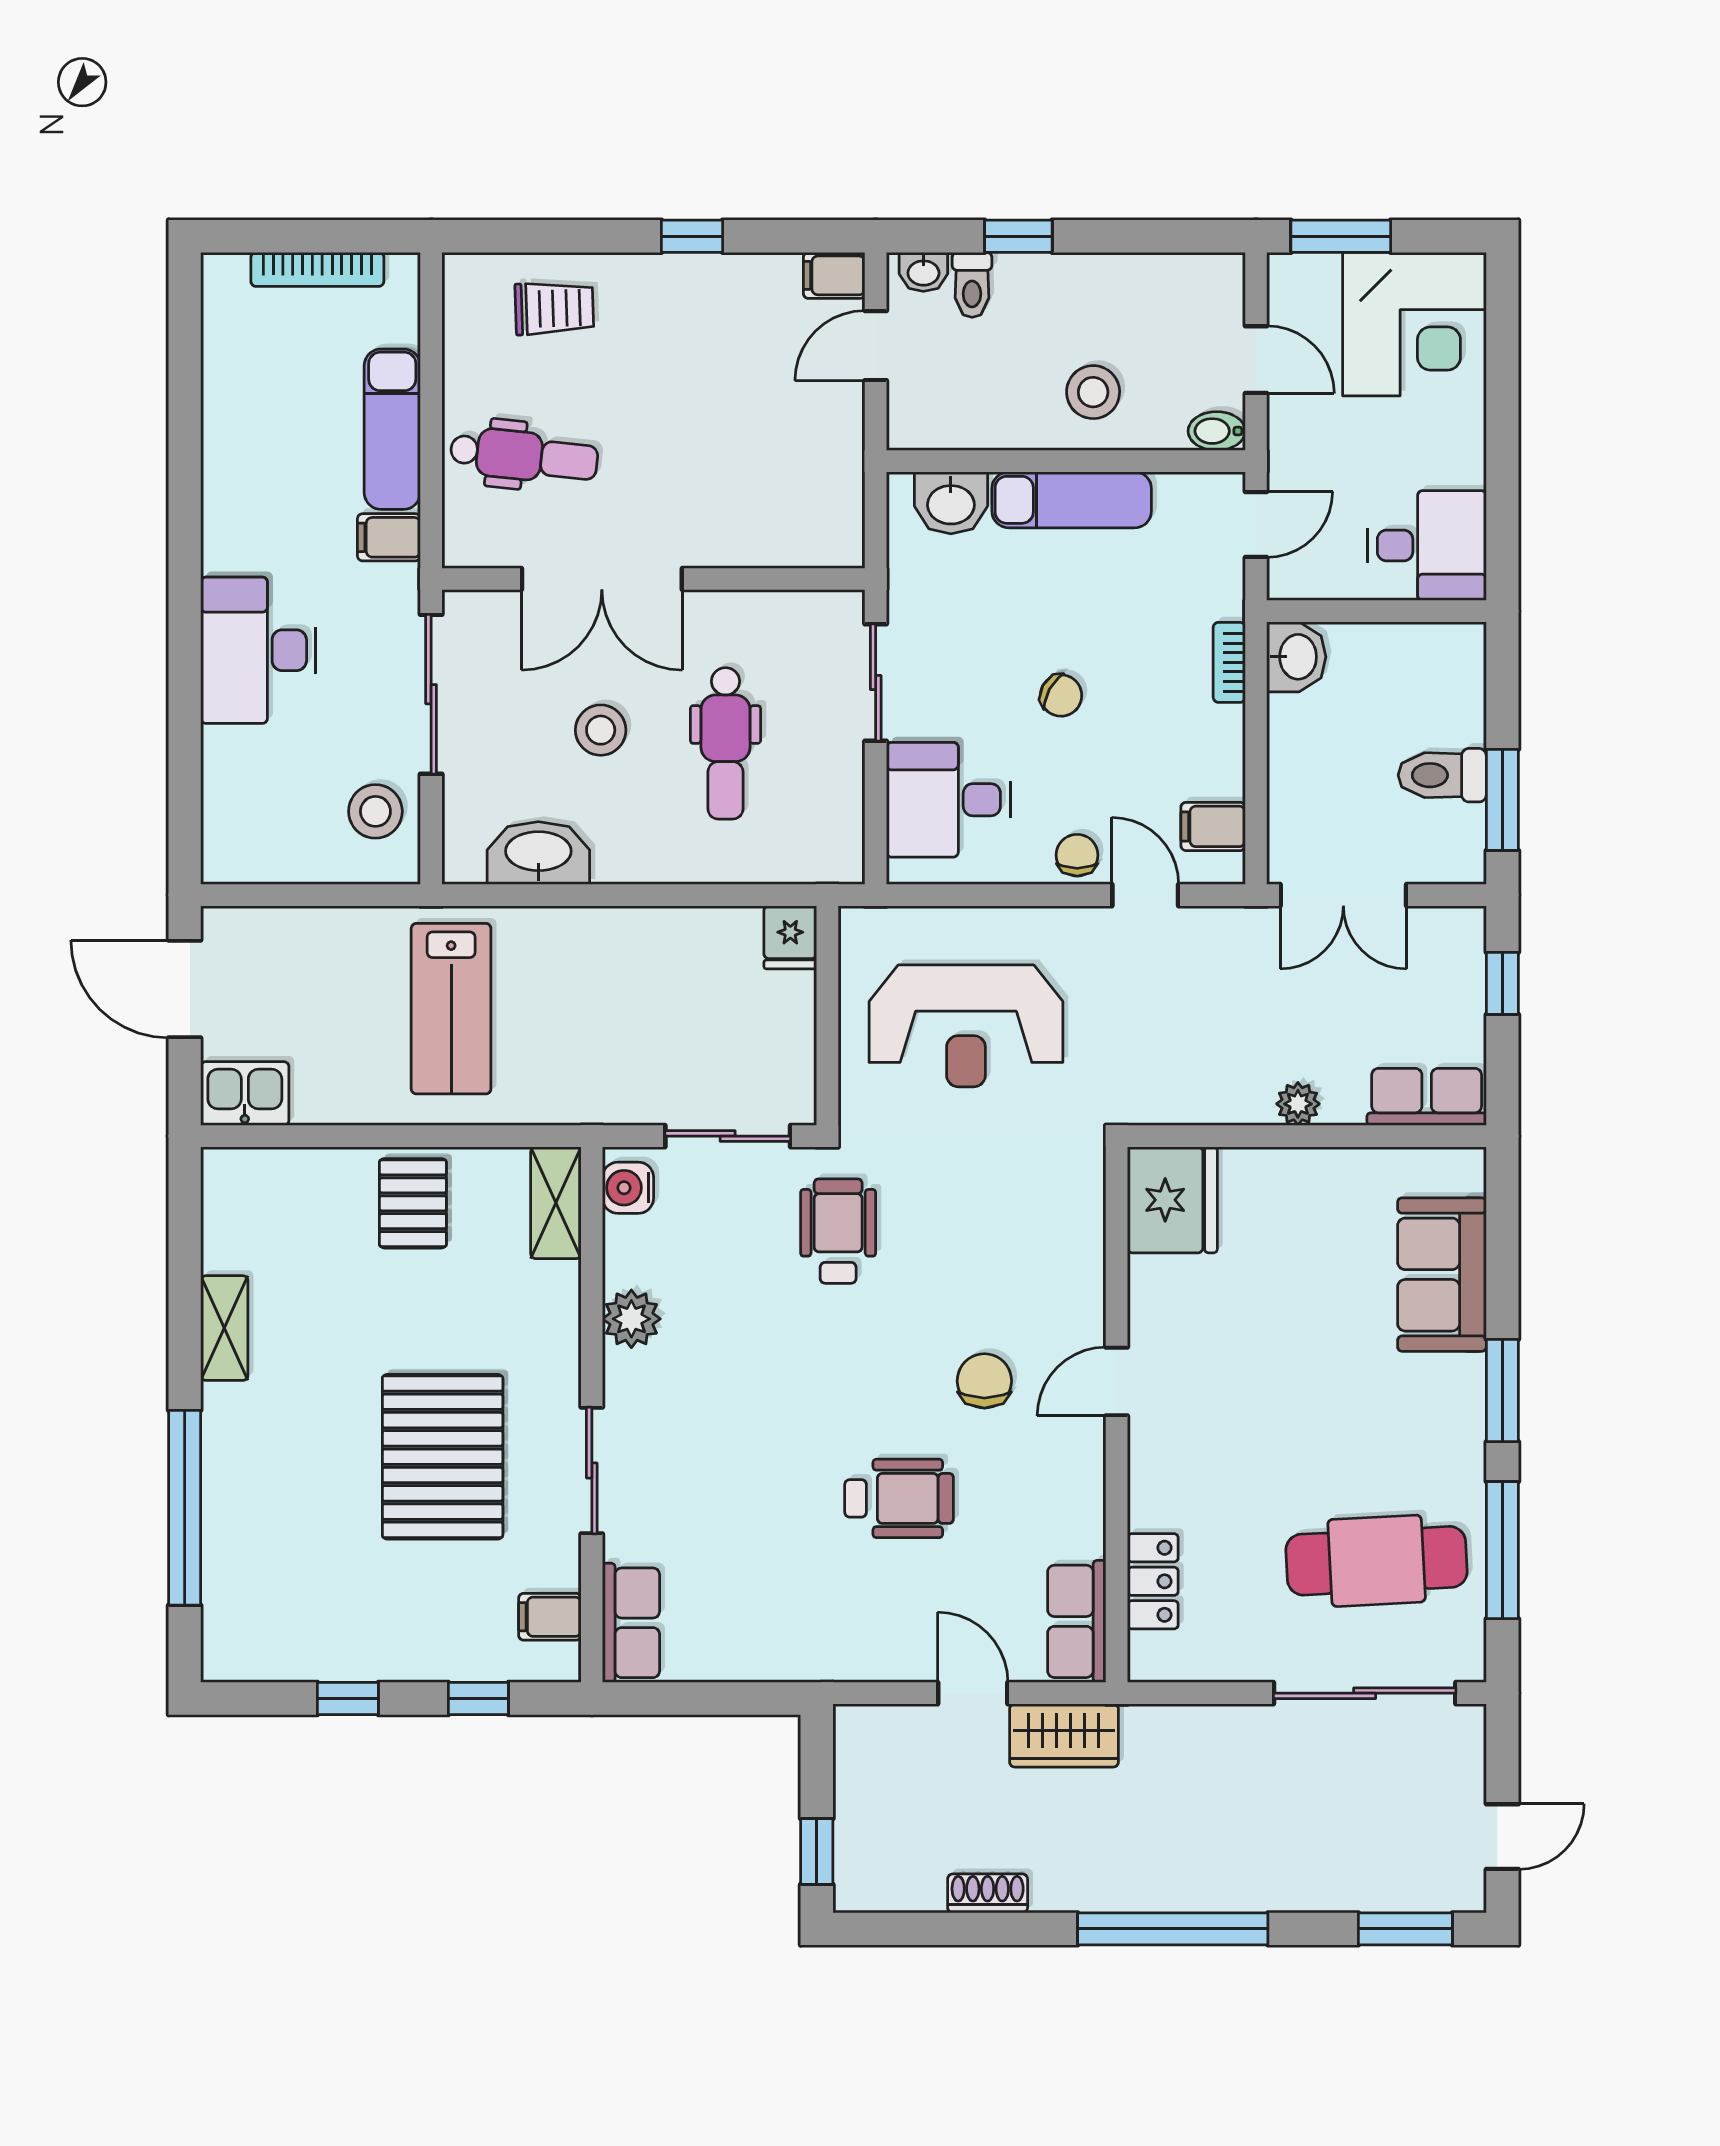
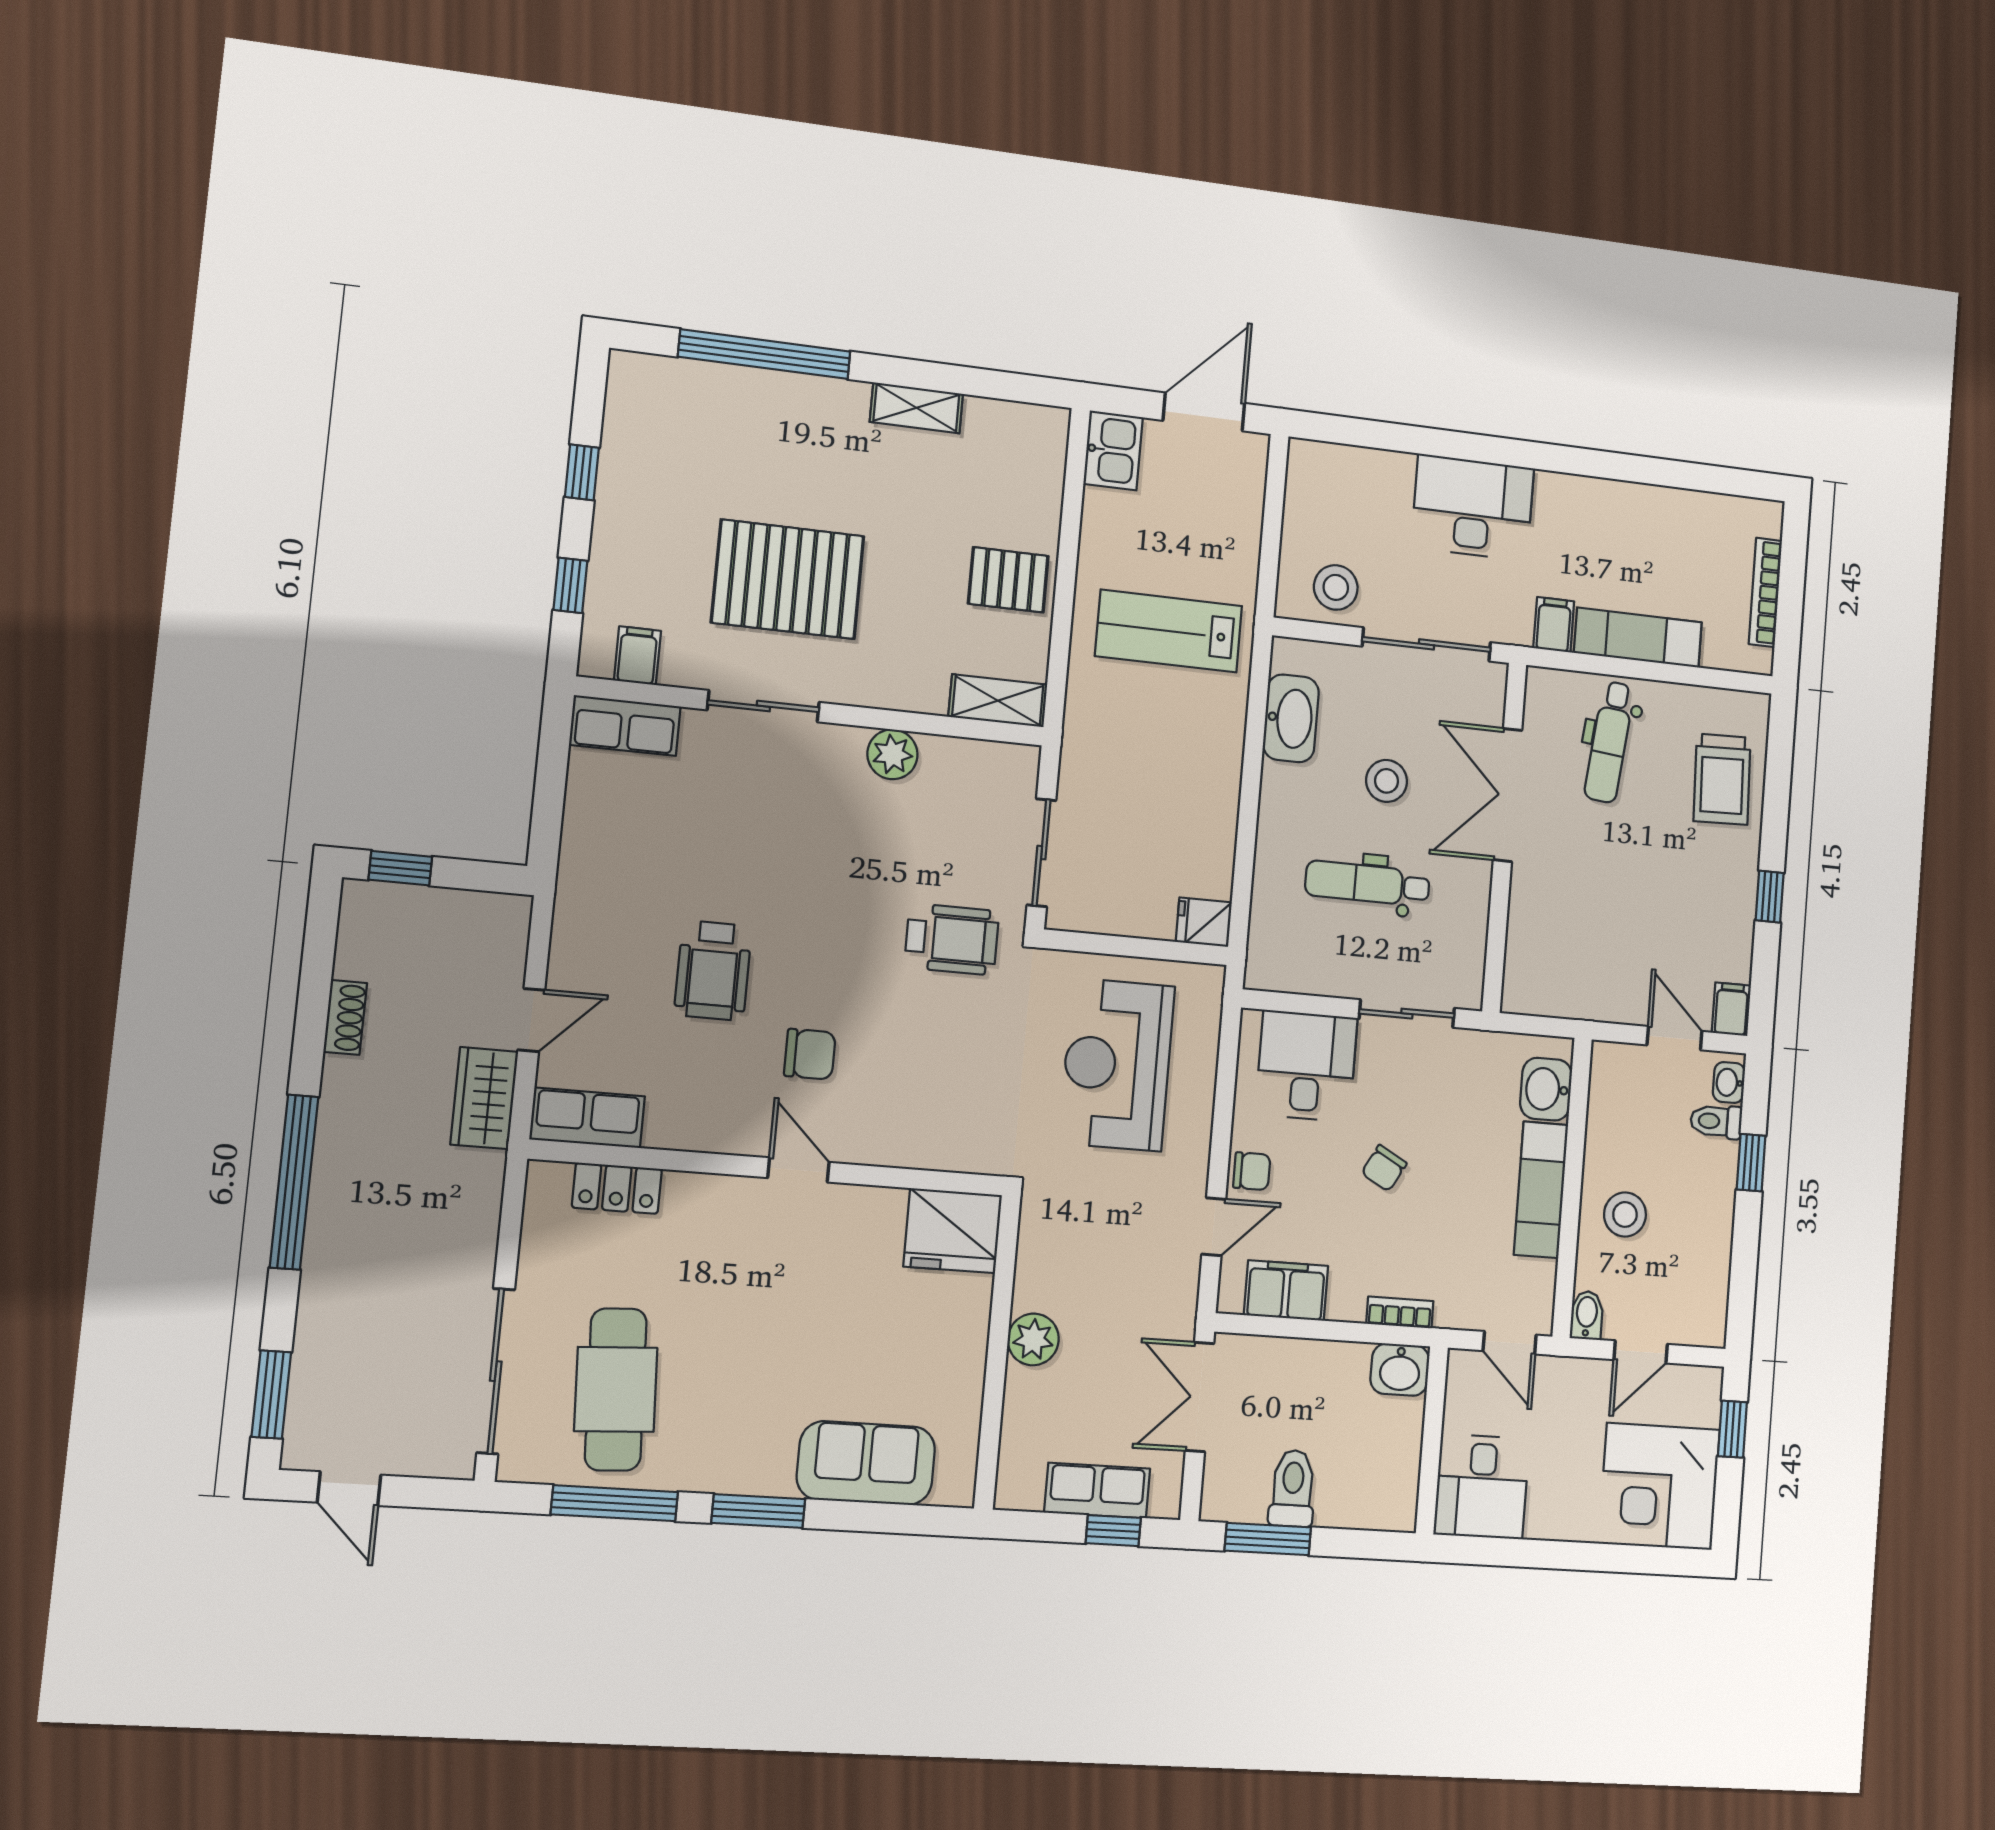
window: (1341, 236) -> (1732, 1429), width x0.67
trolley: (554, 308) -> (1722, 779), width x1.36, depth x1.39
filing cabinet: (1213, 826) -> (1286, 1290), width x2.00
row of seats: (1427, 1097) -> (1097, 1491), moved, turned -90
plant: (1298, 1104) -> (1033, 1339), width x1.38, depth x1.38
water cooler: (628, 1188) -> (1005, 763), removed

